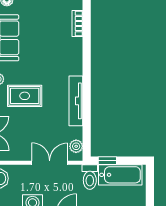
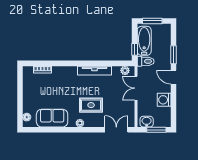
rug: (25, 96) -> (91, 105), turned 90
window: (150, 187) -> (152, 21), added

